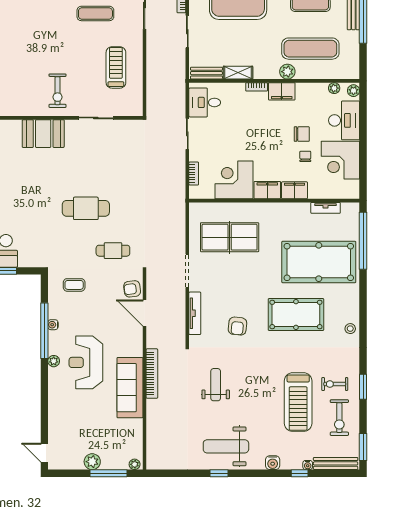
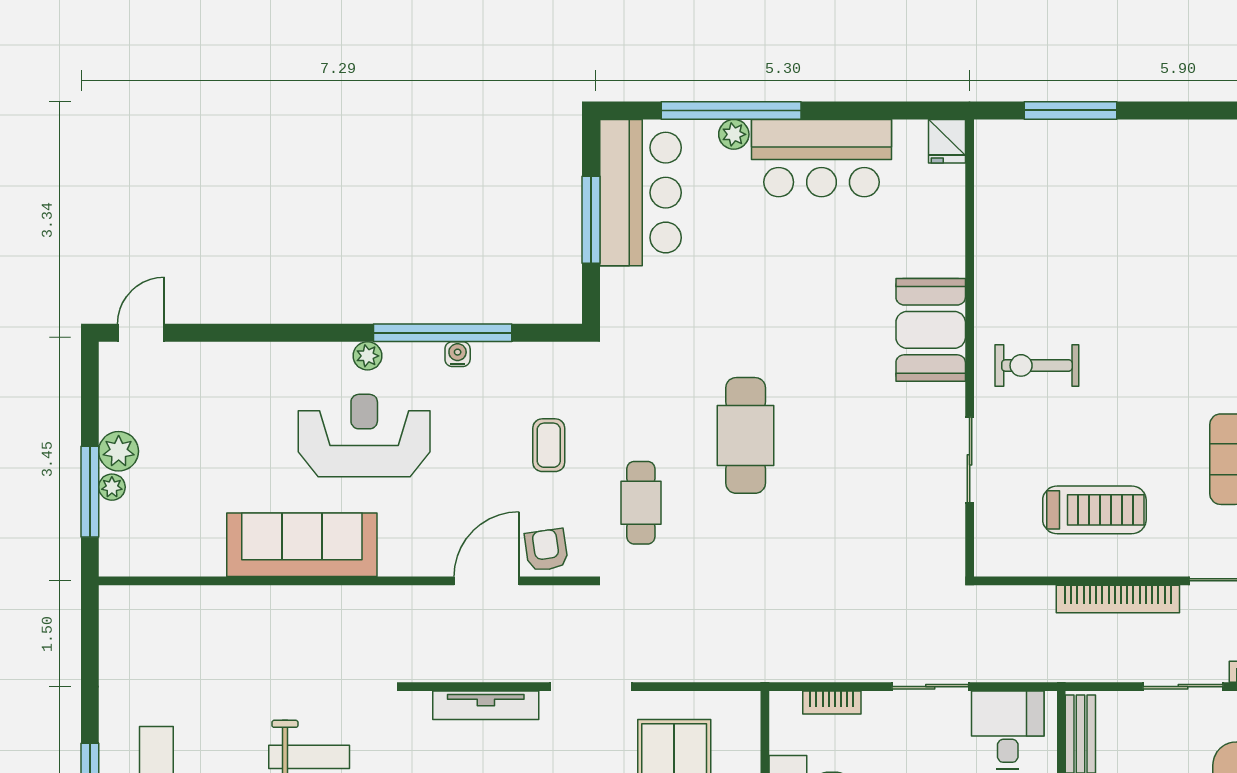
coffee table: (74, 285) -> (549, 445), moved
bookcase: (152, 374) -> (1118, 599), moved
plant: (135, 464) -> (112, 487), moved

